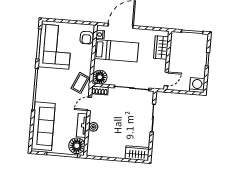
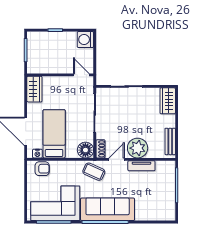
wardrobe: (161, 47) -> (34, 89), moved, turned -90
door: (89, 104) -> (117, 159), swing flipped
sofa: (43, 126) -> (108, 209), moved
plant: (93, 127) -> (138, 148), width x1.87, depth x1.87
floor lamp: (77, 146) -> (165, 170), removed
bench: (101, 152) -> (170, 141), added

